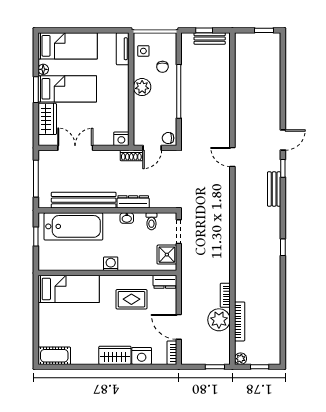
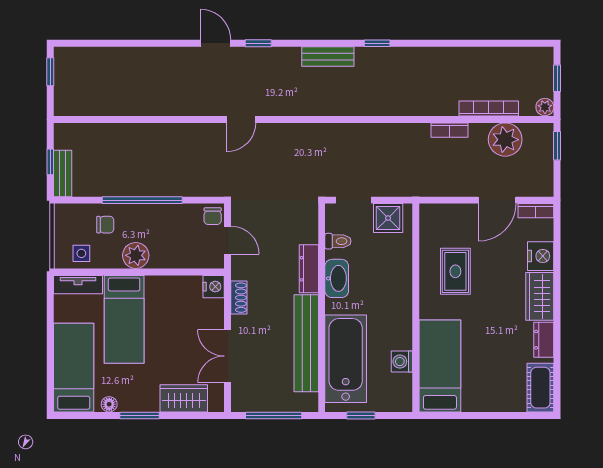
bench: (210, 38) -> (63, 173), moved
bed: (67, 89) -> (124, 319), moved, turned 180
shoe rack: (131, 156) -> (239, 298), moved
bench: (274, 189) -> (328, 56), moved
washbasin: (127, 218) -> (337, 278), width x1.91, depth x1.45
washing machine: (111, 264) -> (402, 362), moved
dresser: (165, 282) -> (544, 340), moved, turned 180
plant: (219, 320) -> (505, 140), moved

